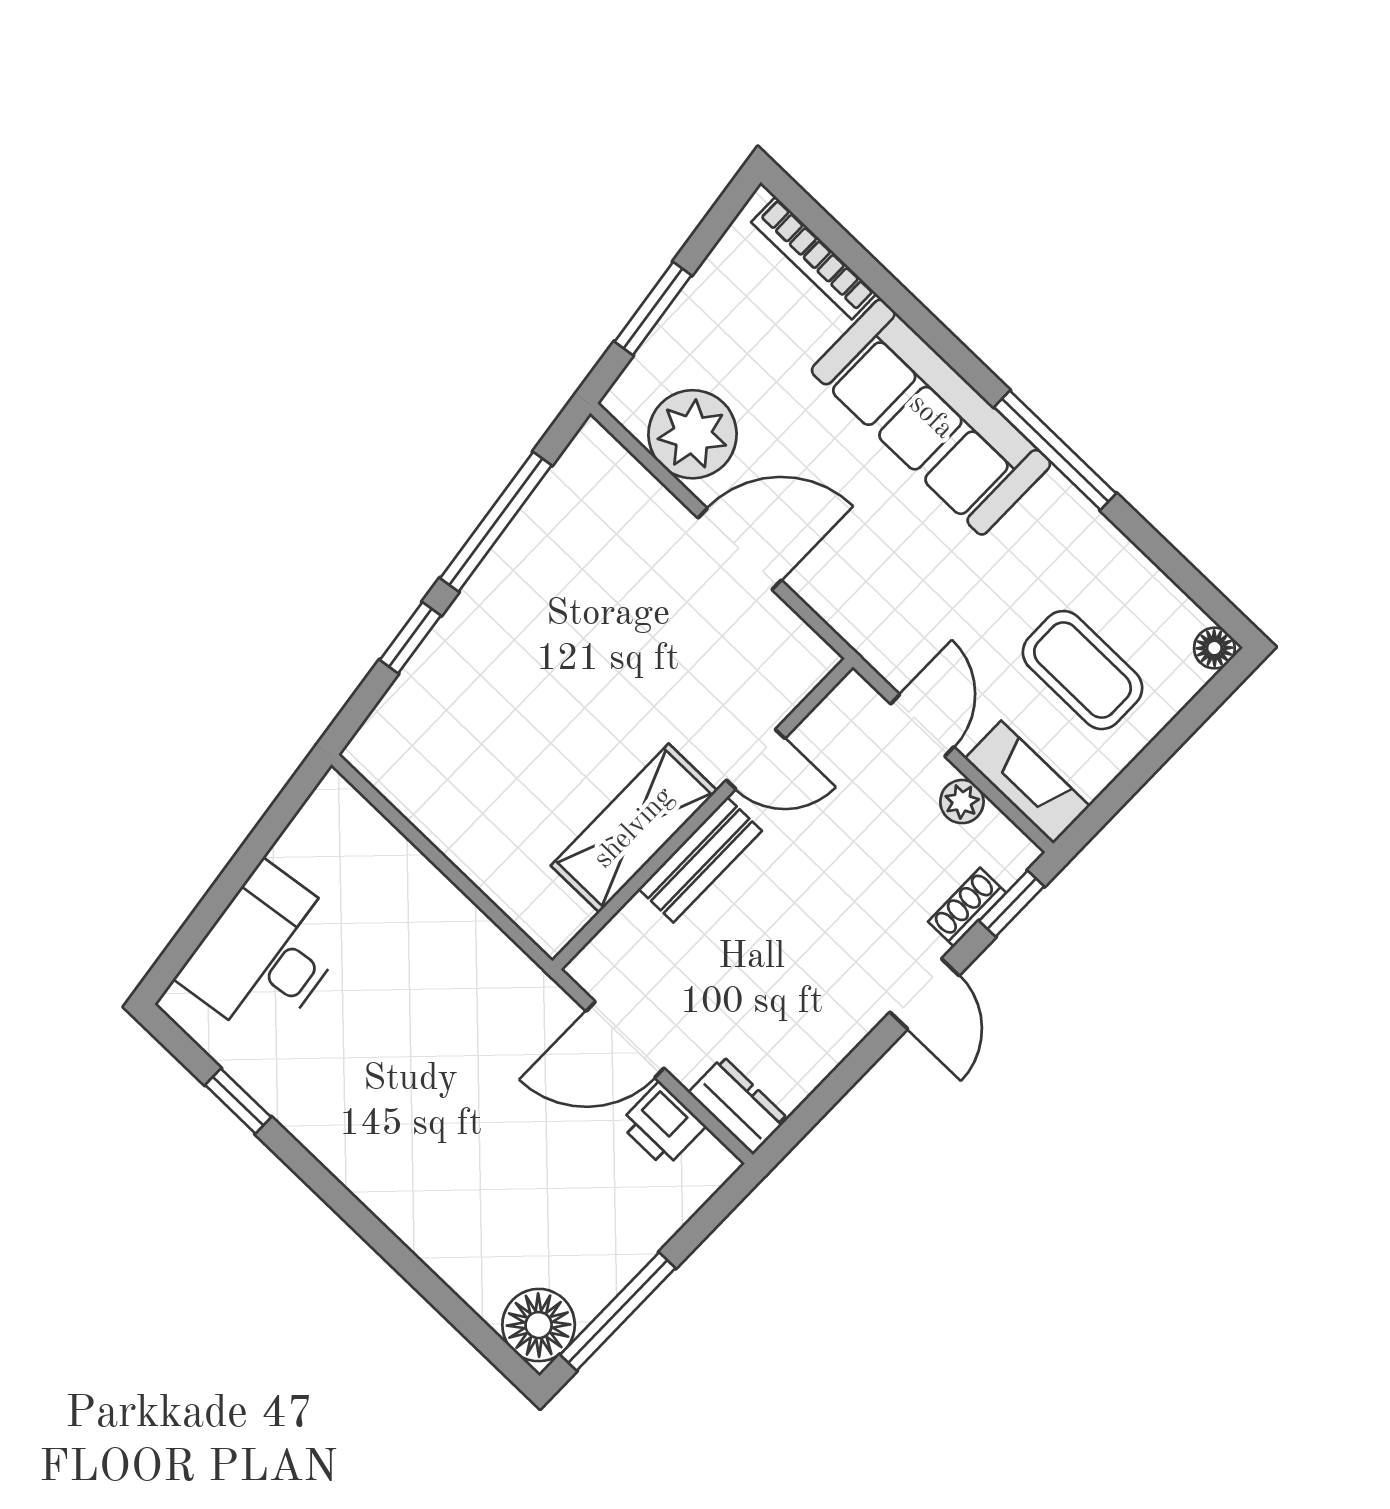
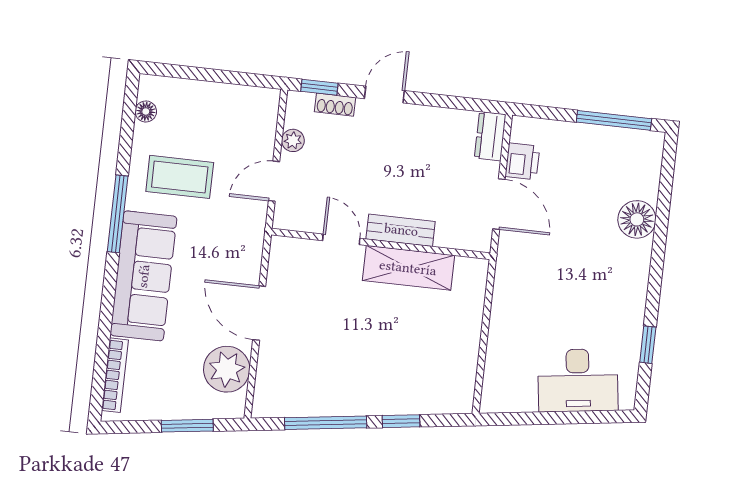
floor lamp: (1214, 648) -> (146, 111), moved
coffee table: (1083, 670) -> (180, 177), moved, turned 90
fireplace: (1027, 782) -> (264, 120), removed
floor lamp: (539, 1325) -> (637, 219), moved

